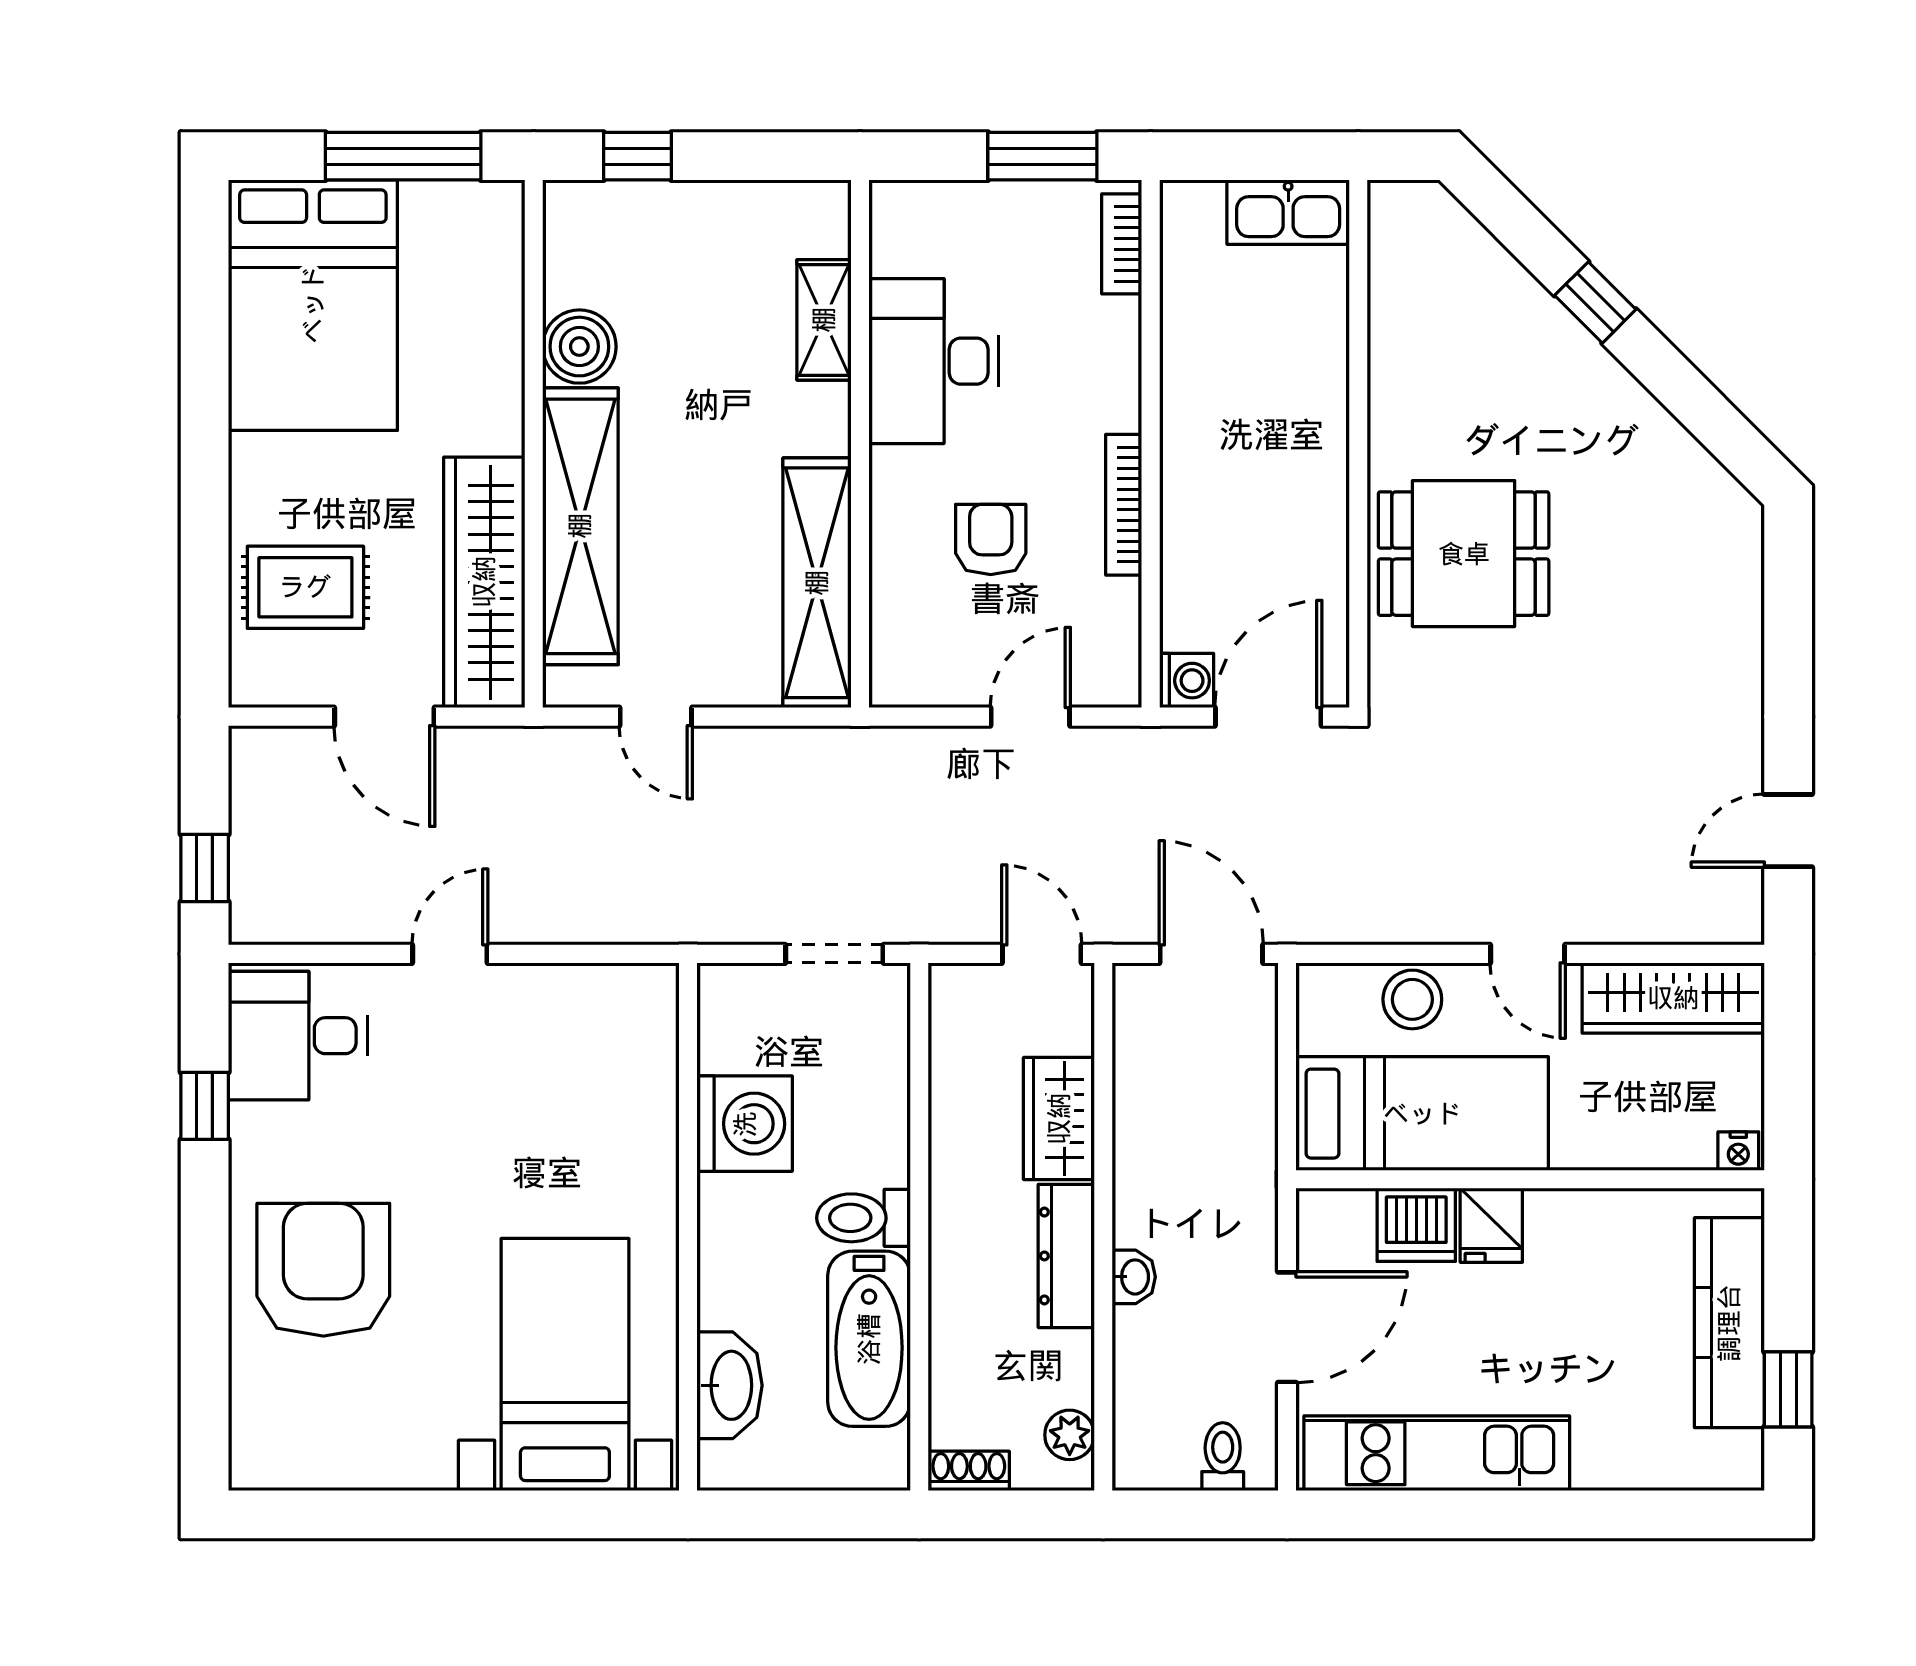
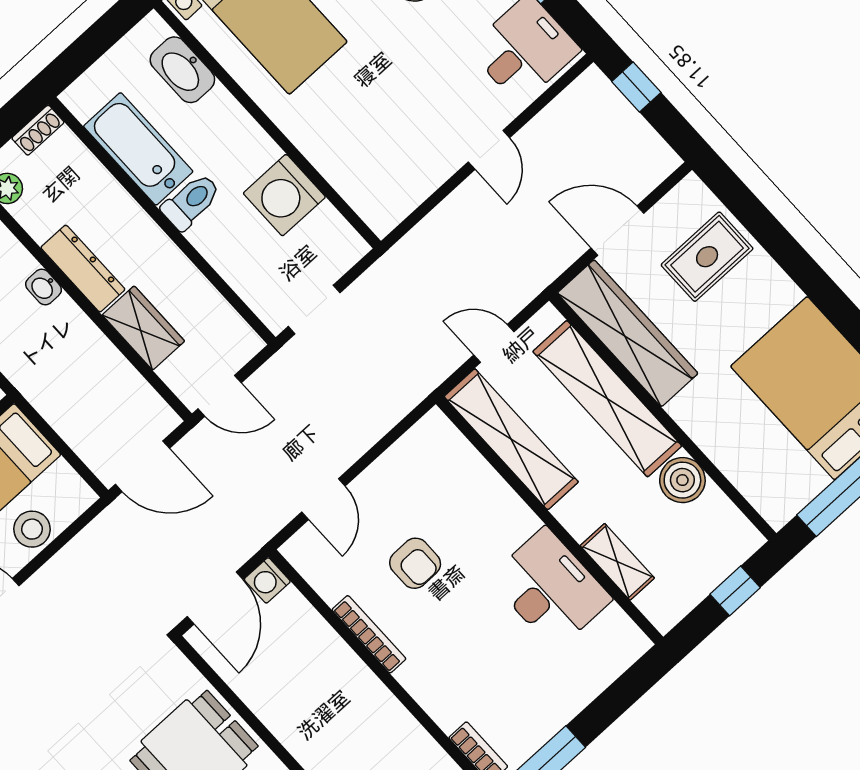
shelving: (824, 320) -> (617, 562), moved
desk: (934, 361) -> (550, 589), moved
wall: (860, 444) -> (549, 520), moved
shelving: (817, 583) -> (511, 439), moved

